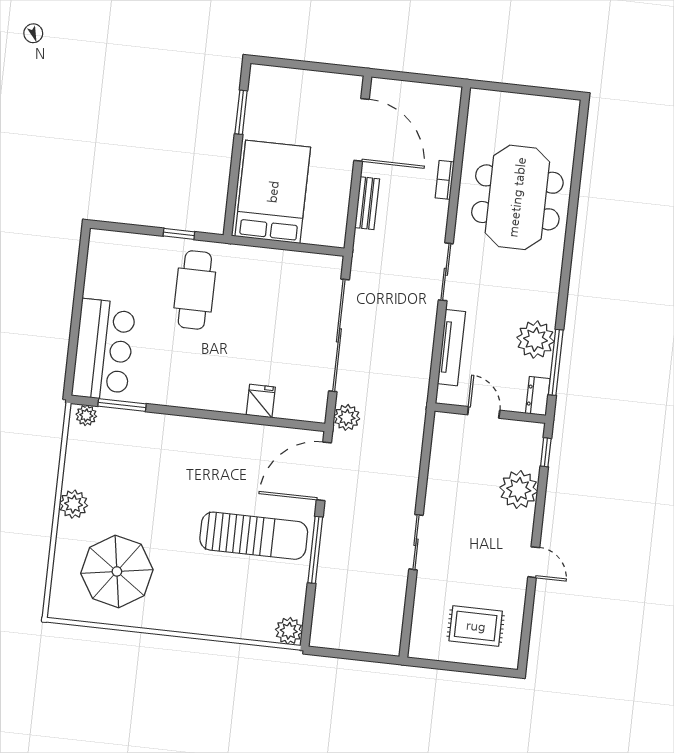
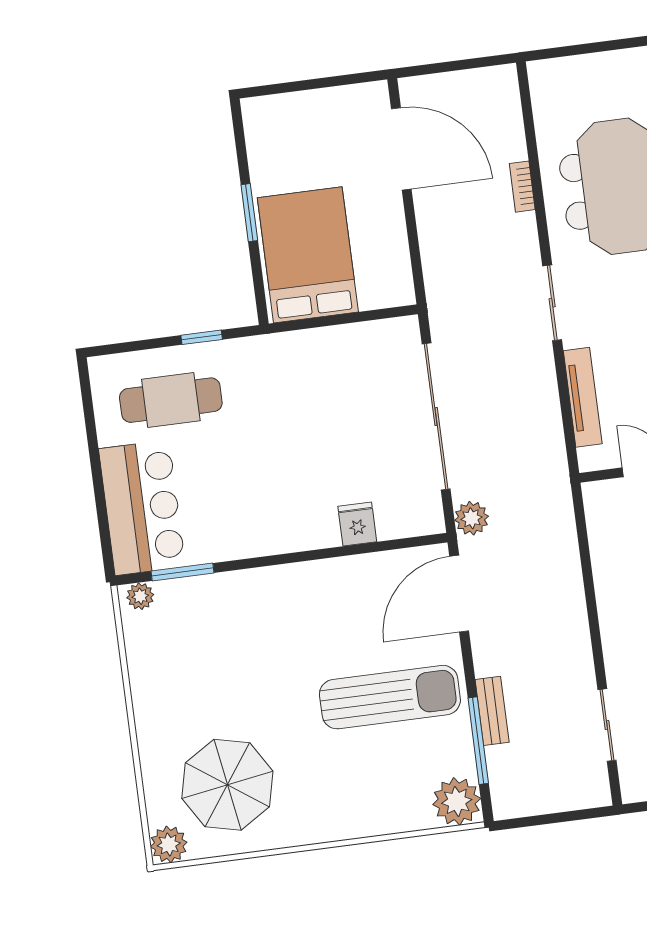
window: (241, 112) -> (249, 213), moved
bench: (367, 203) -> (492, 711), moved
cafe table: (195, 290) -> (171, 400), moved, turned 90
plant: (74, 504) -> (169, 844), moved
sliding door: (416, 542) -> (607, 725), moved
window: (315, 550) -> (478, 741), moved
plant: (289, 631) -> (457, 801), width x1.36, depth x1.36

